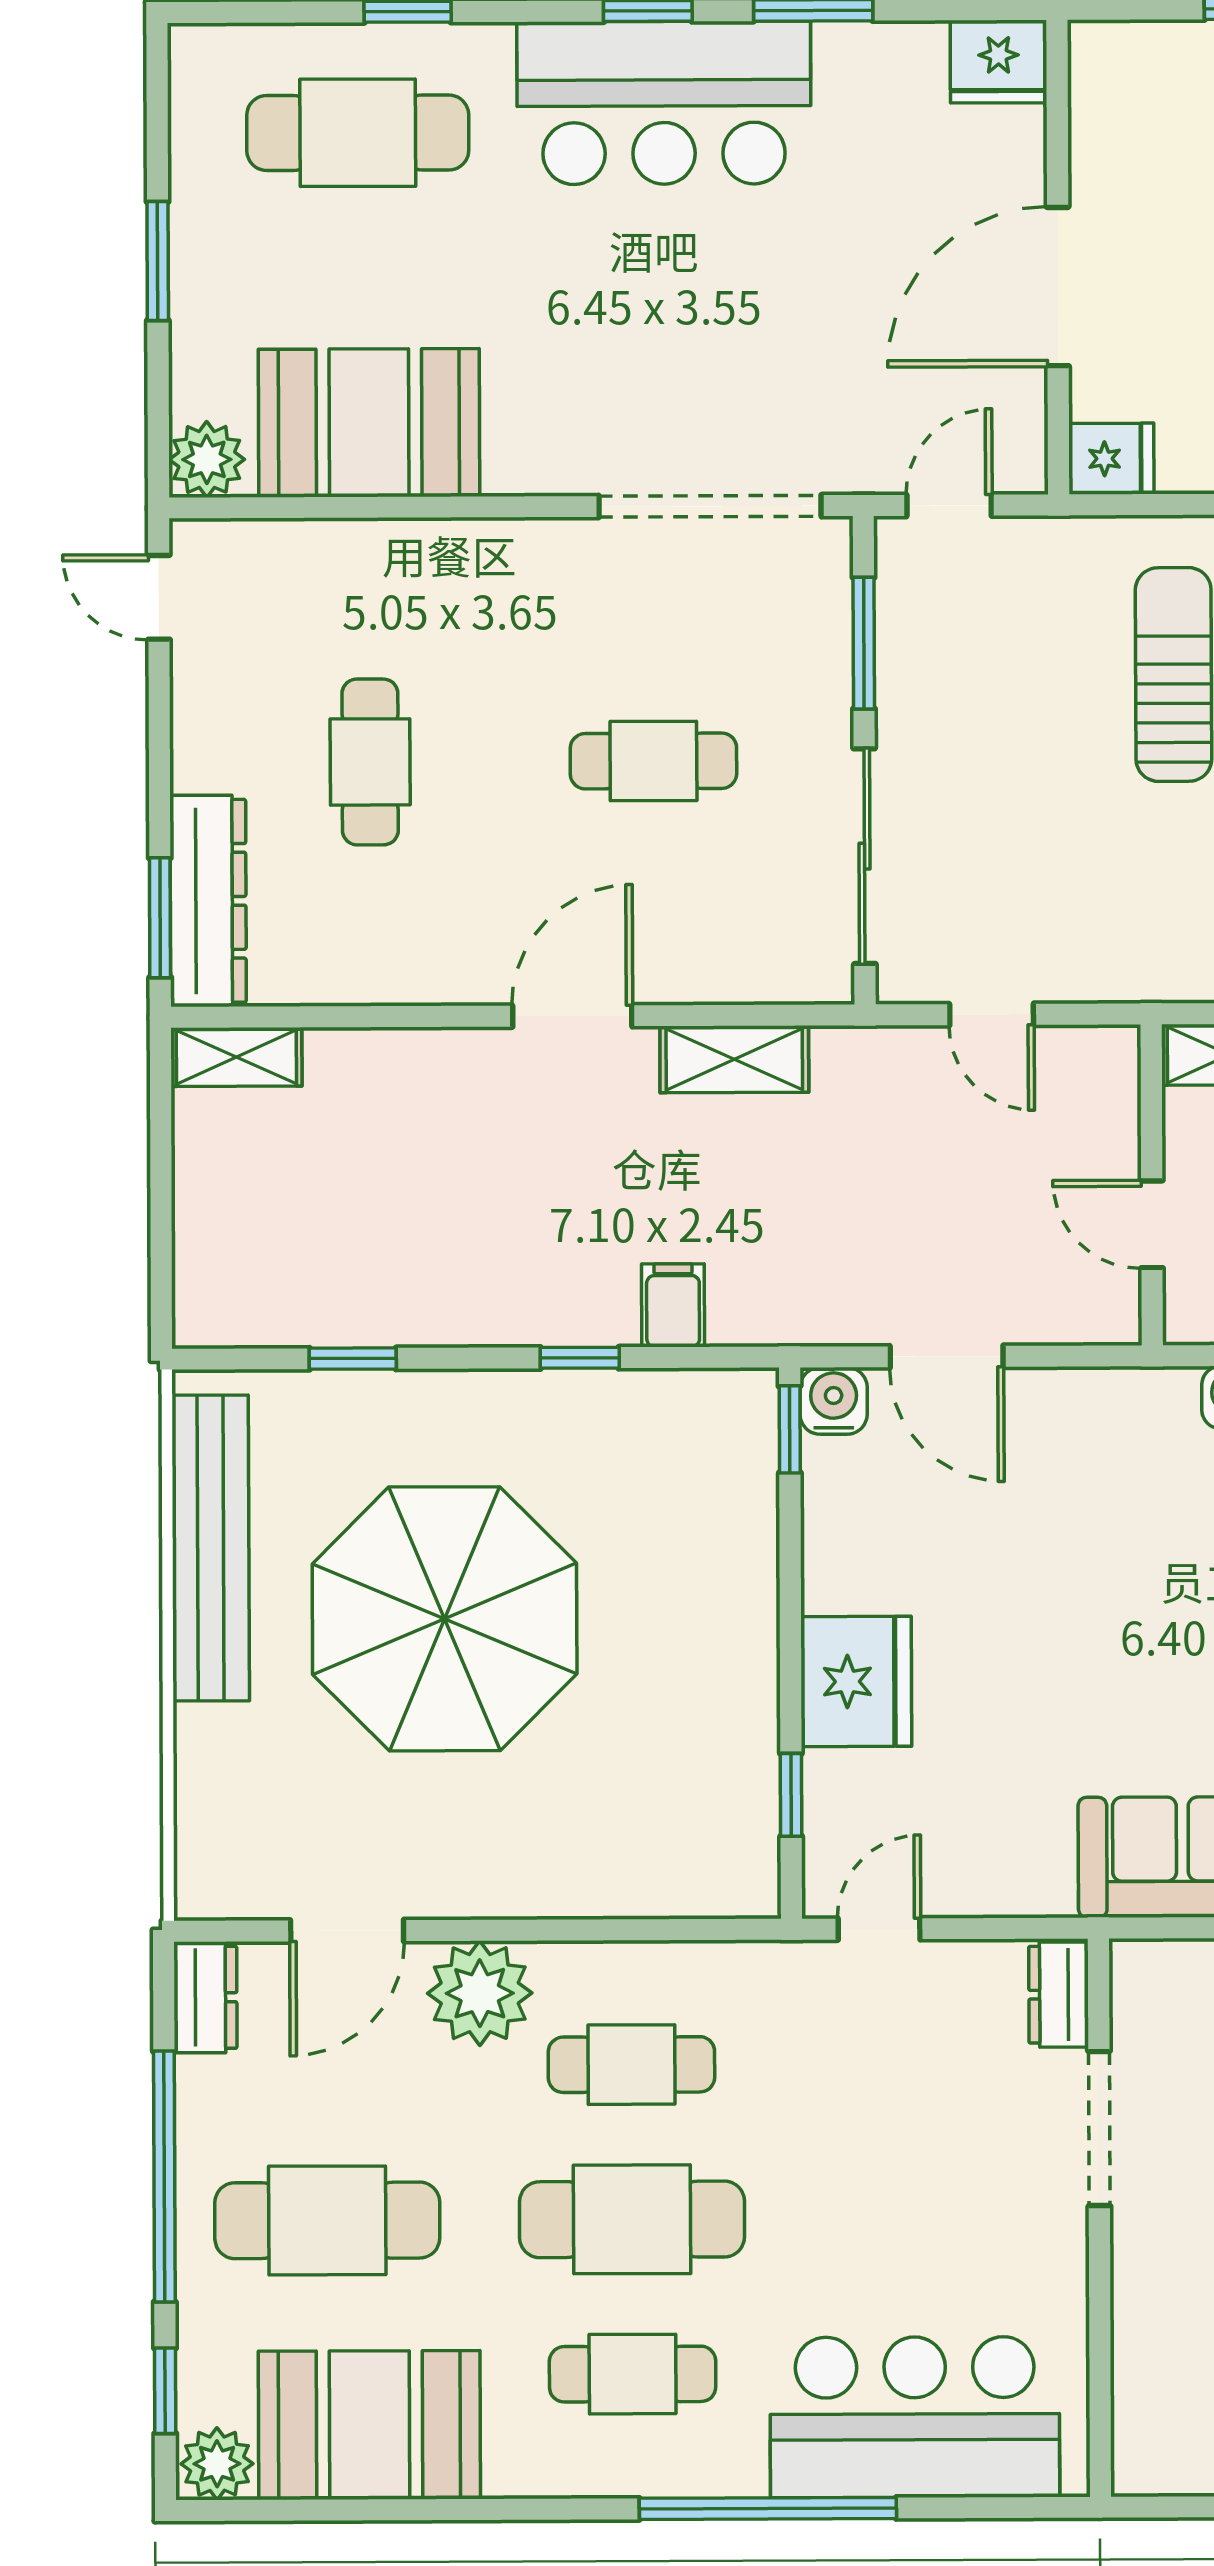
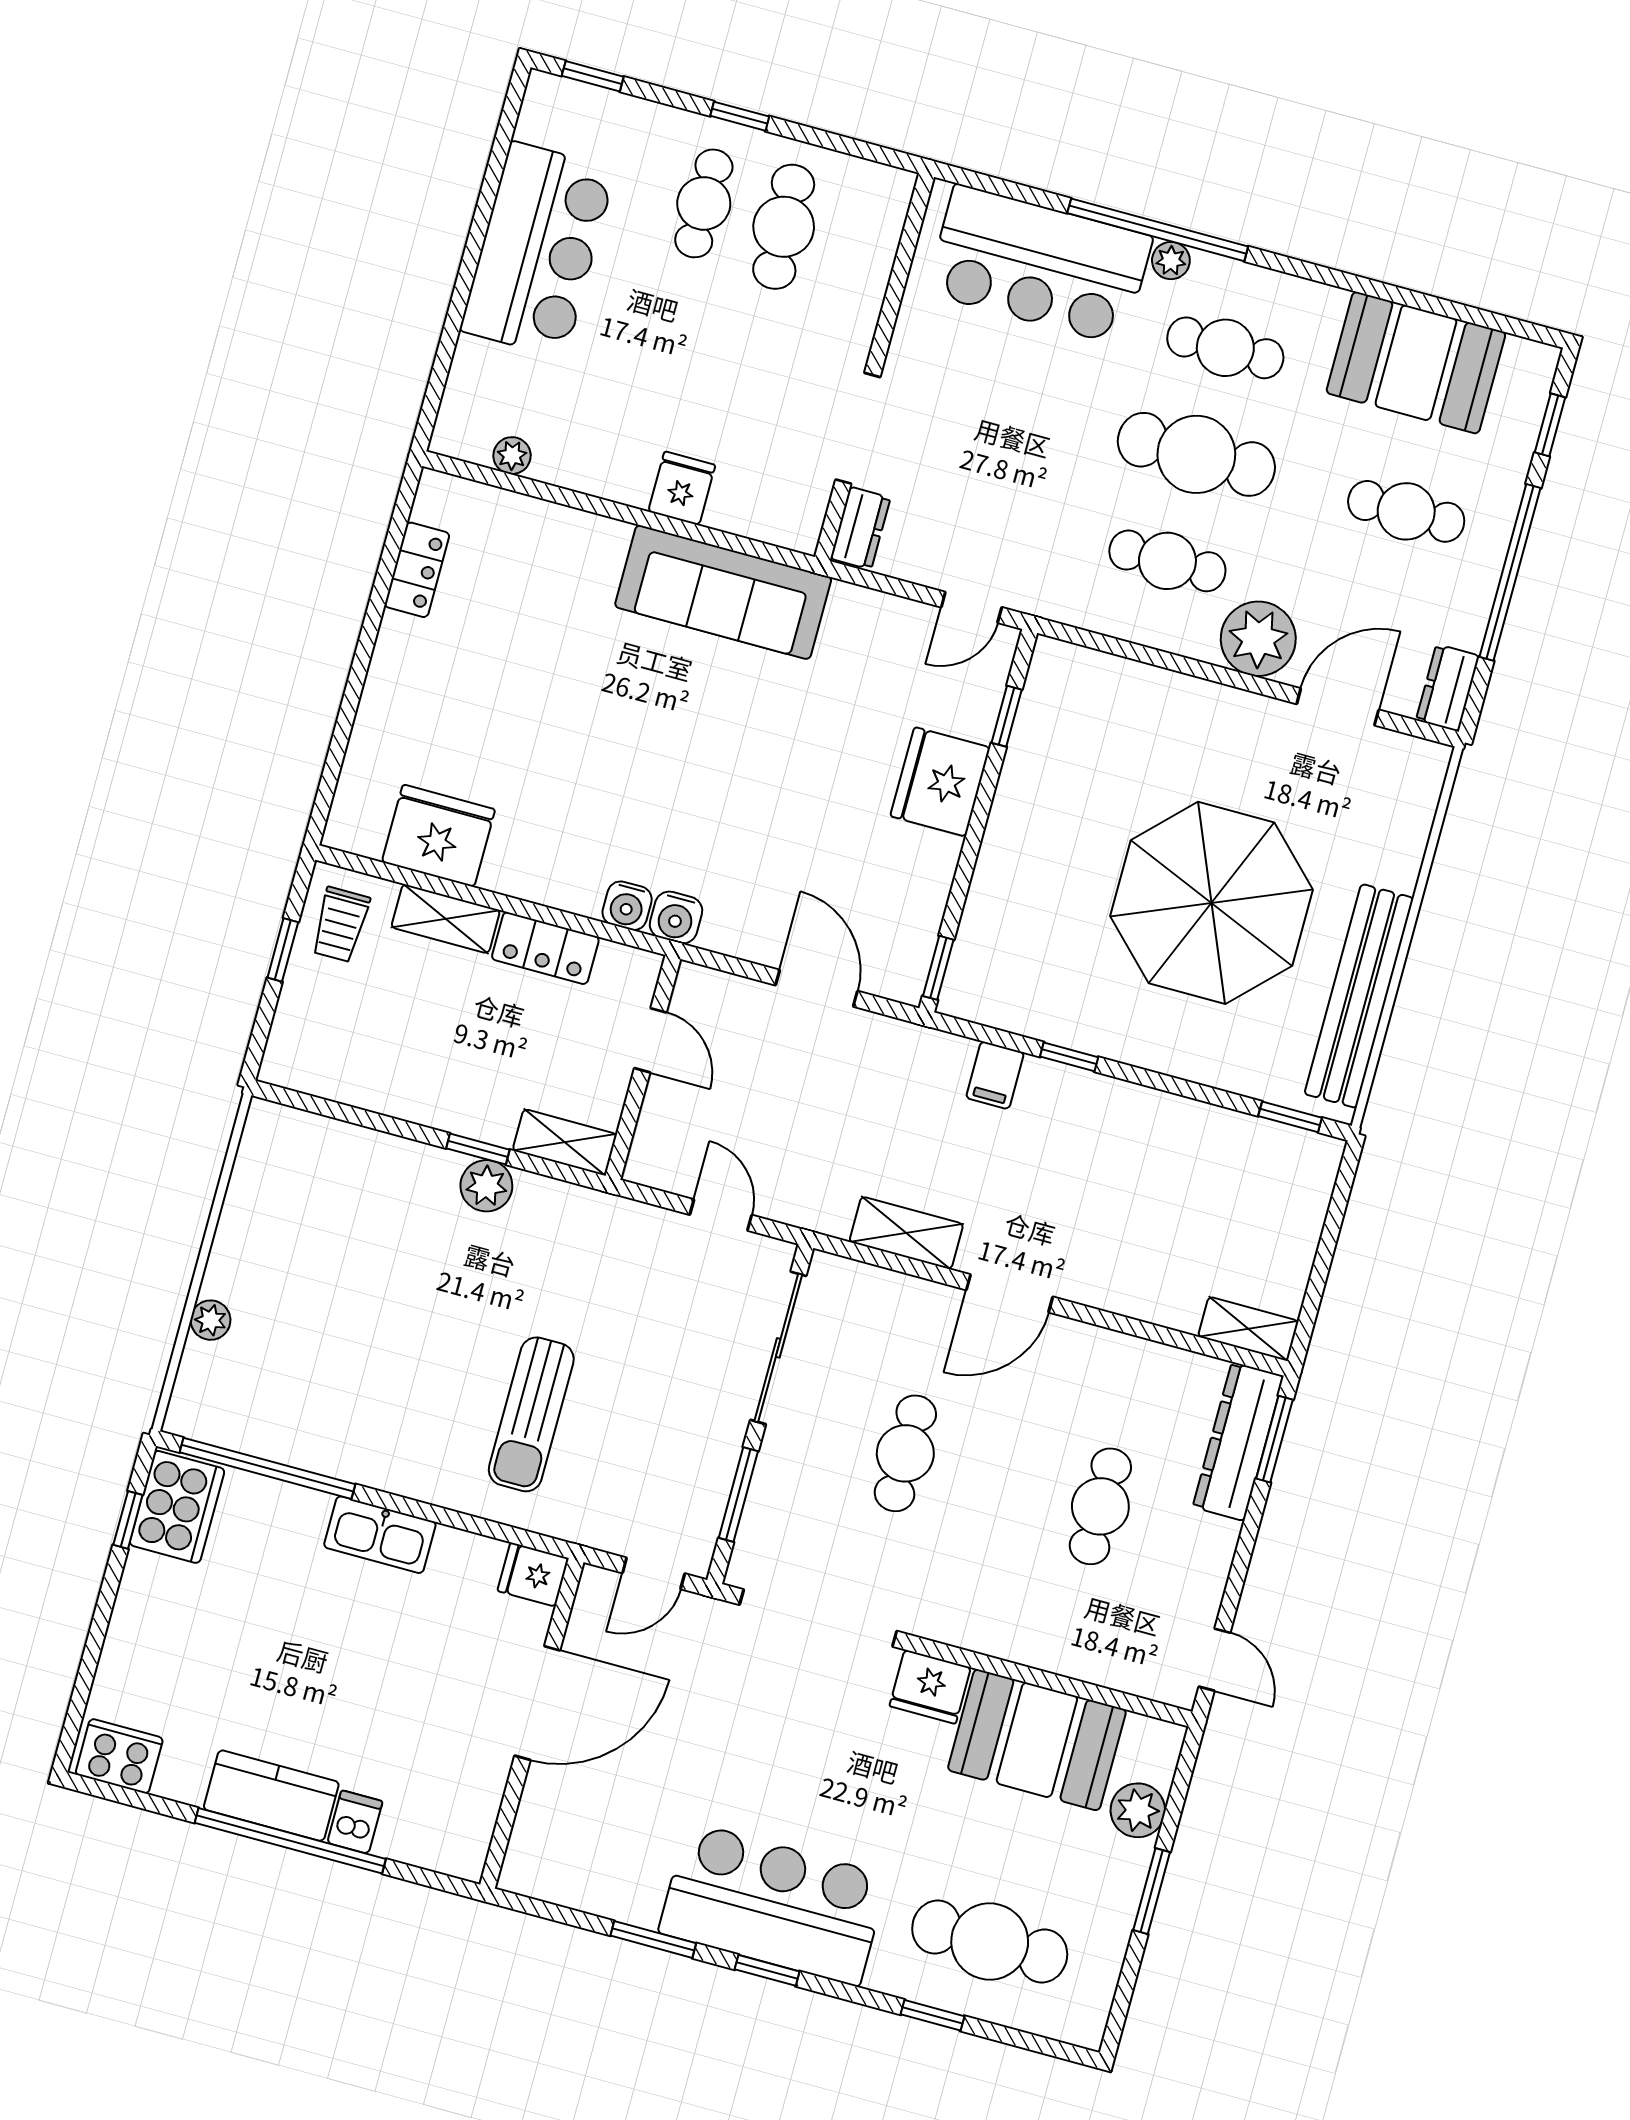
fridge: (999, 62) -> (930, 1687), moved, turned 180
plant: (207, 459) -> (1138, 1810), moved
cafe table: (653, 761) -> (905, 1453), turned 90
window: (353, 1359) -> (1290, 1117), moved
water cooler: (834, 1401) -> (676, 918), moved
cafe table: (327, 2220) -> (1406, 511), width x0.73, depth x0.74
plant: (217, 2464) -> (1171, 261), moved, width x0.73, depth x0.73

